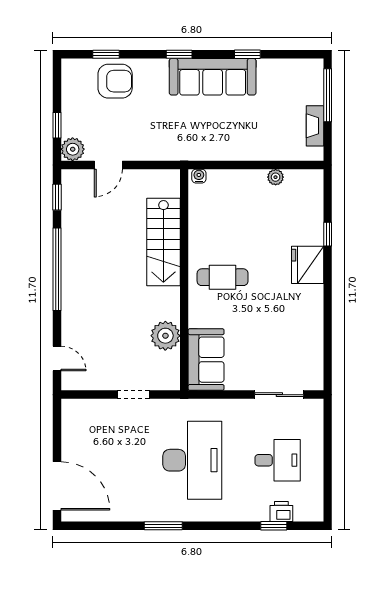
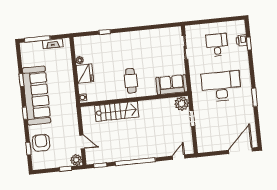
sofa: (213, 77) -> (36, 95), width x1.36, depth x1.27
fridge: (308, 265) -> (85, 74), moved, turned -90
plant: (165, 336) -> (182, 104), moved

